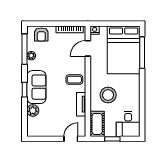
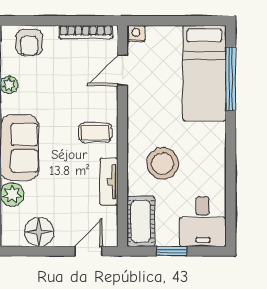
bed: (124, 50) -> (205, 73), width x0.67
floor lamp: (46, 129) -> (39, 232), added

